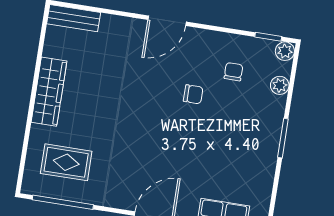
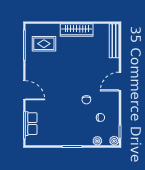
bench: (74, 18) -> (114, 41), width x1.36
door: (167, 21) -> (120, 82), hinge flipped
rug: (66, 162) -> (44, 44), turned 90

